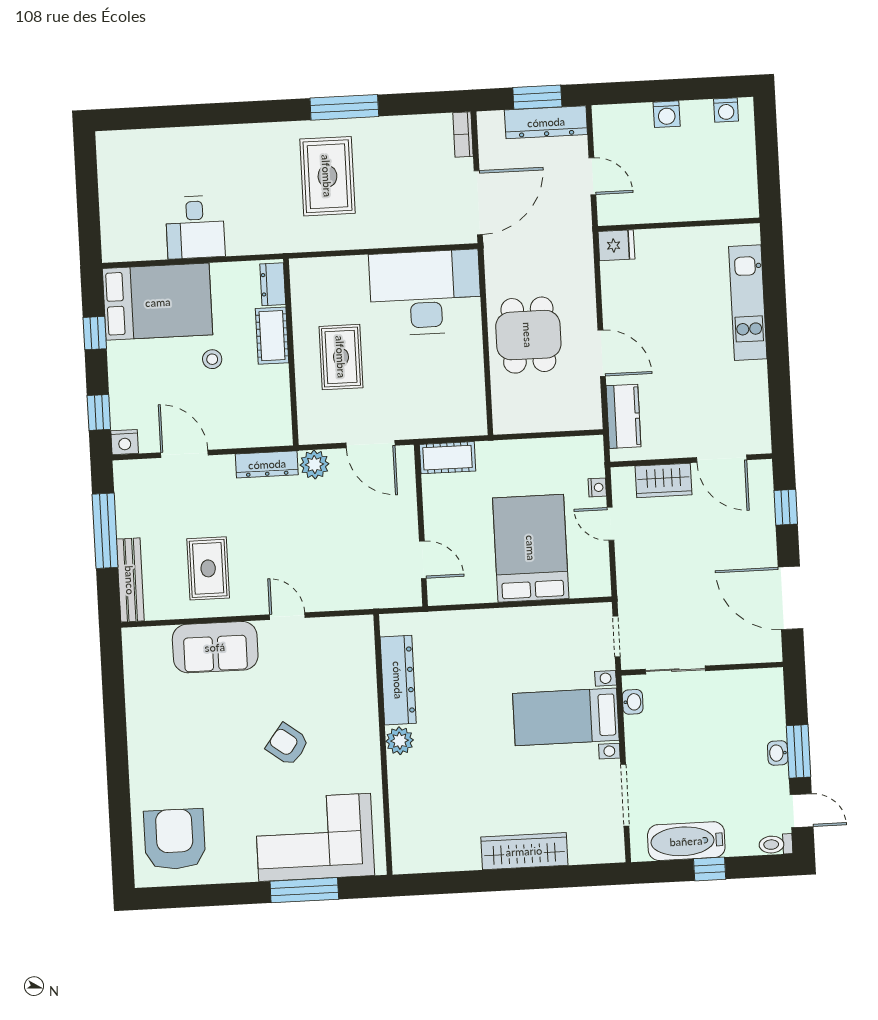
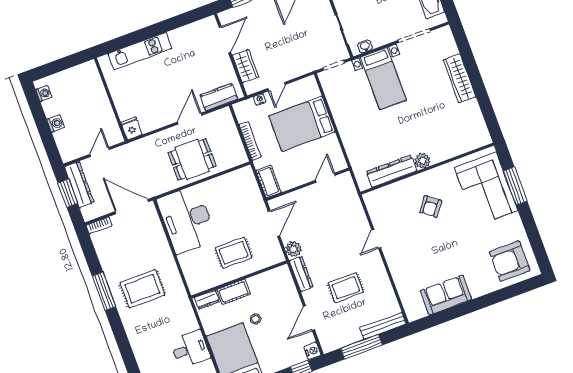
bookcase: (529, 448) -> (250, 141), added
rug: (208, 568) -> (346, 288), moved
sofa: (215, 647) -> (446, 295), moved, turned -90
armchair: (287, 744) -> (431, 206), moved

